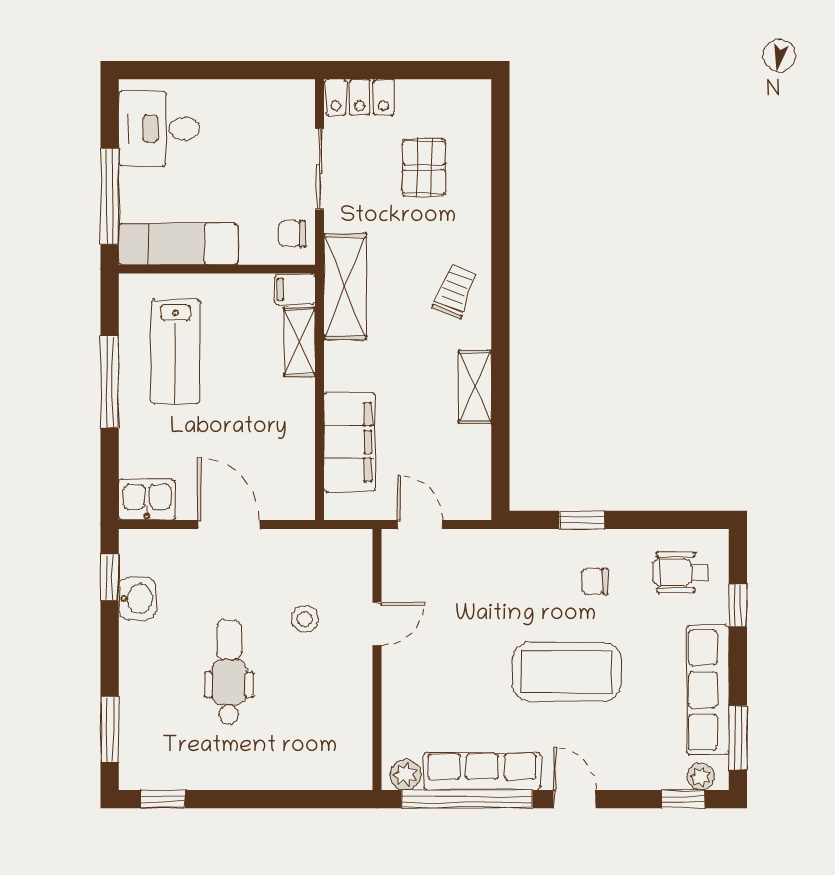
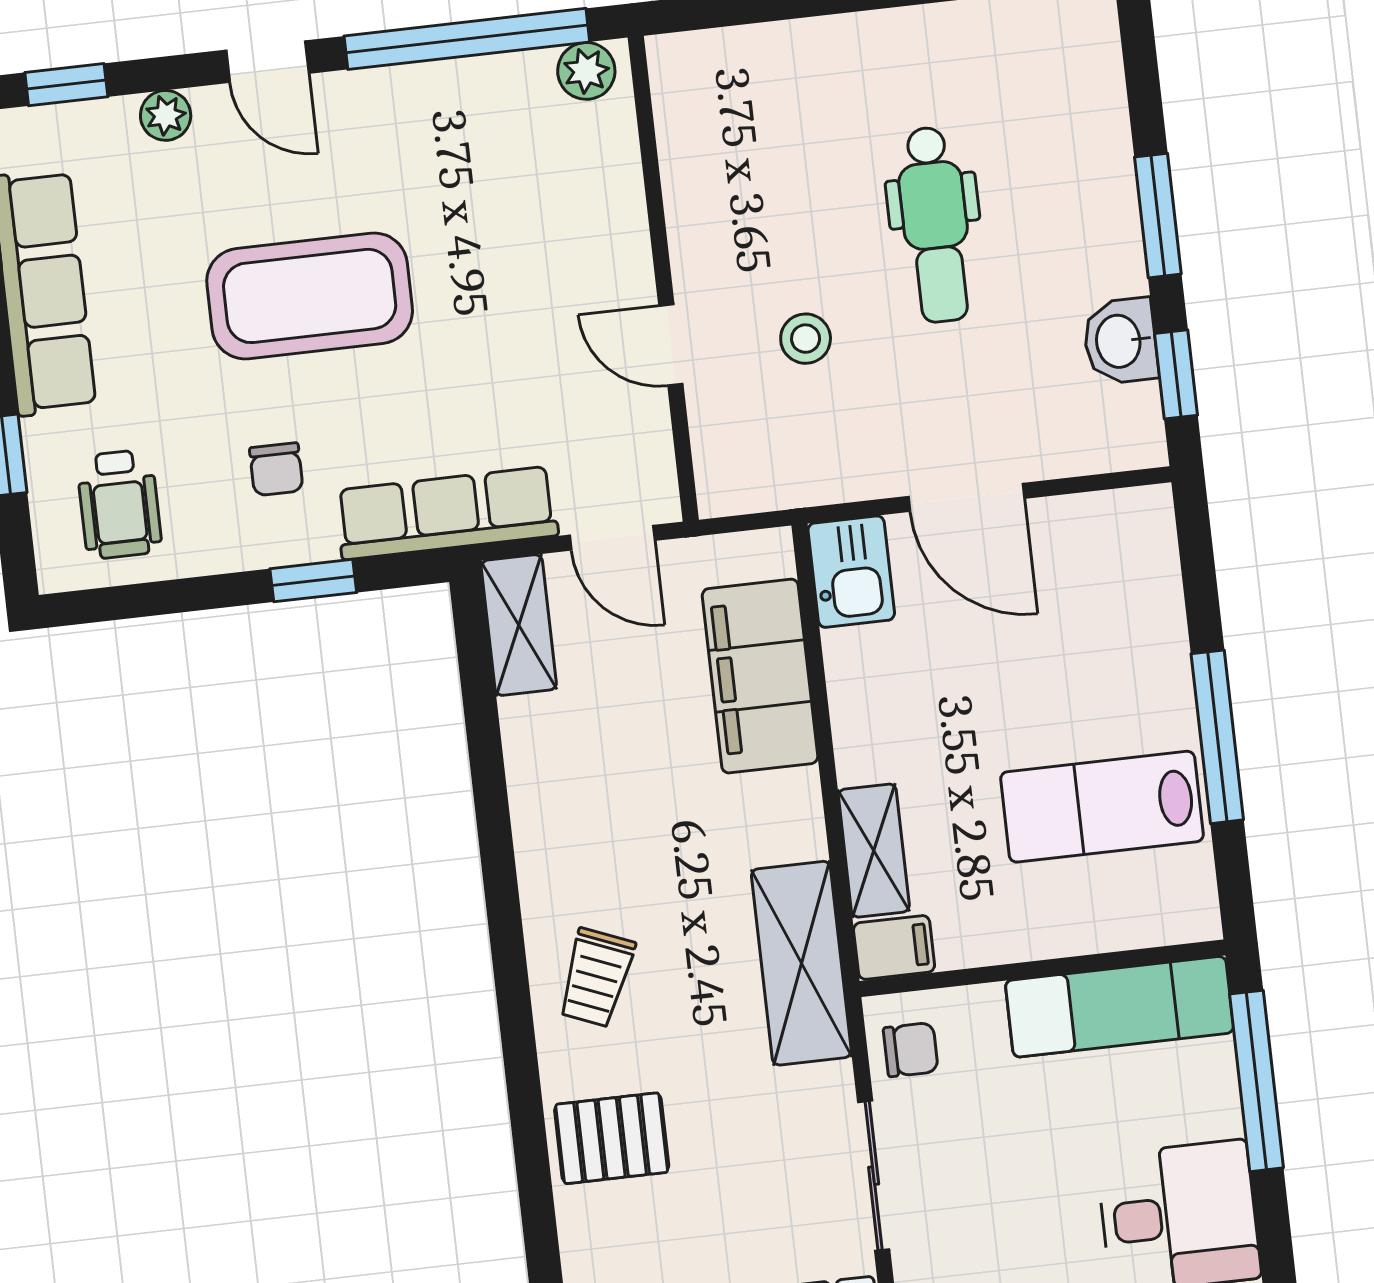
pallet: (424, 167) -> (612, 1138), moved, turned 90
lab bench: (175, 352) -> (1102, 807), turned -90
shelving: (475, 387) -> (519, 625), moved
kitchen sink: (147, 500) -> (851, 572), moved, turned -90
wheelchair: (680, 572) -> (119, 504), turned 90
chair: (595, 581) -> (276, 469), turned 90
door: (377, 624) -> (671, 345), hinge flipped
window: (110, 729) -> (1158, 216), moved
row of seats: (482, 771) -> (447, 513), moved, turned 180
plant: (701, 777) -> (166, 115), moved

